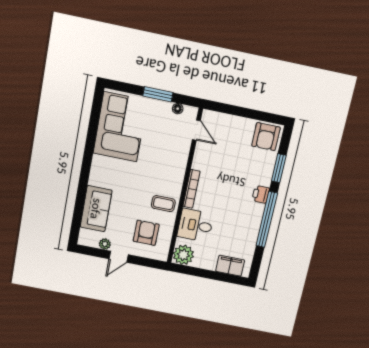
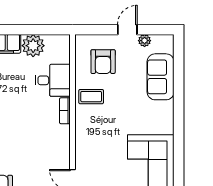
bookcase: (191, 189) -> (65, 111), width x0.64
plant: (183, 255) -> (33, 46), moved

